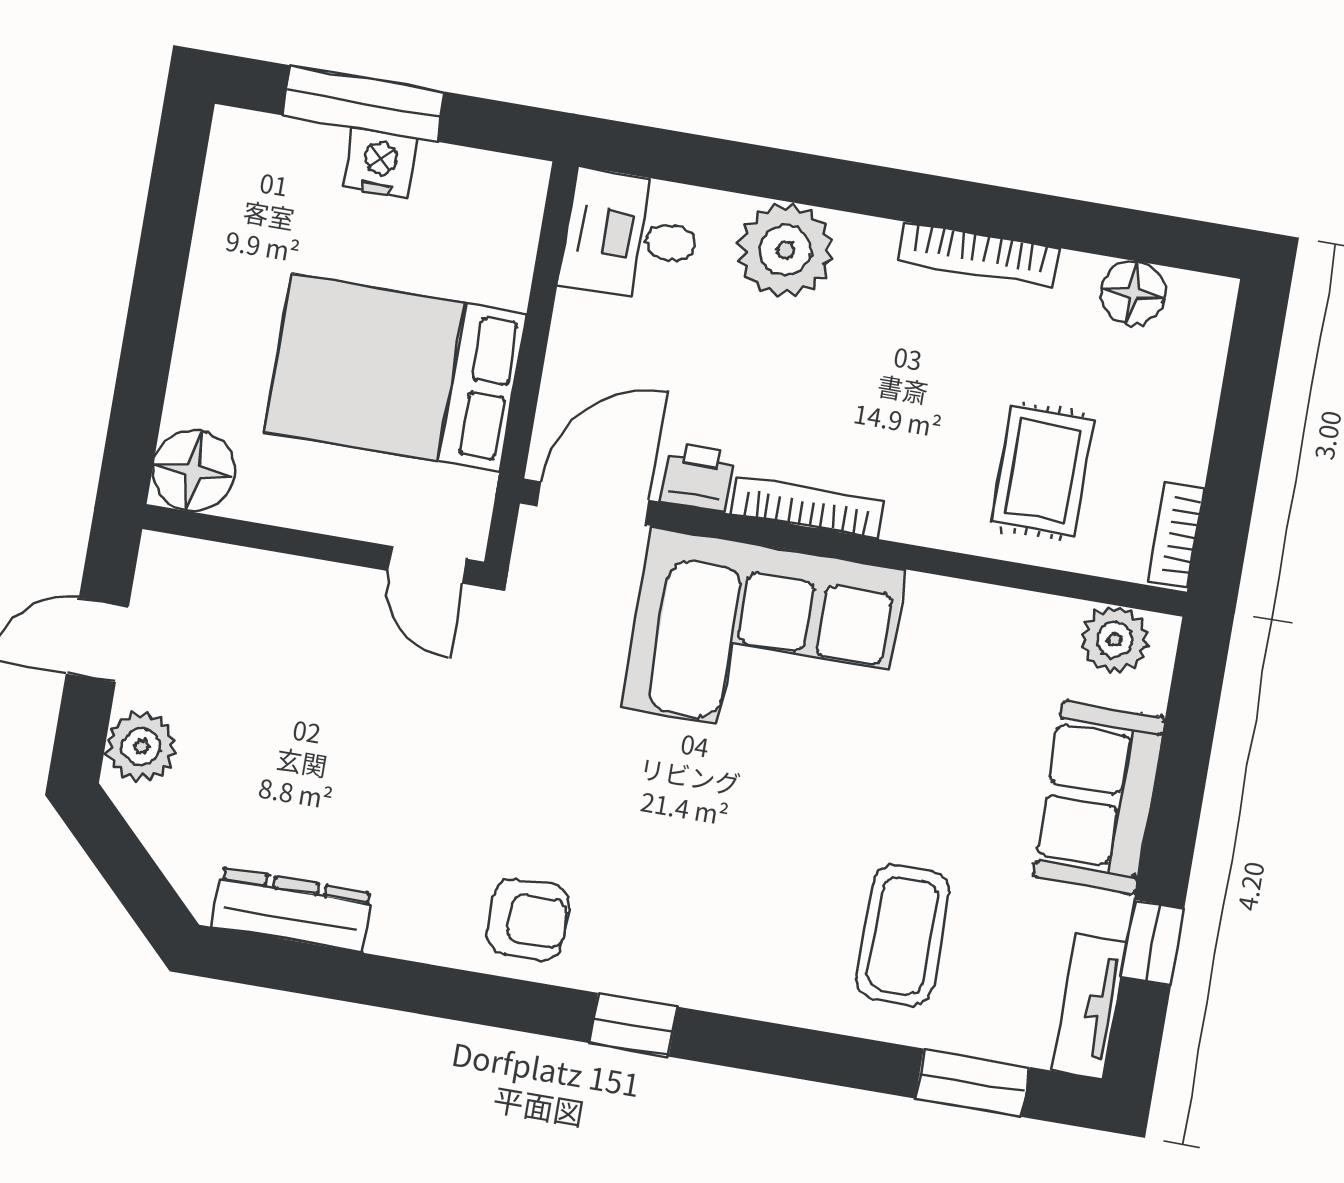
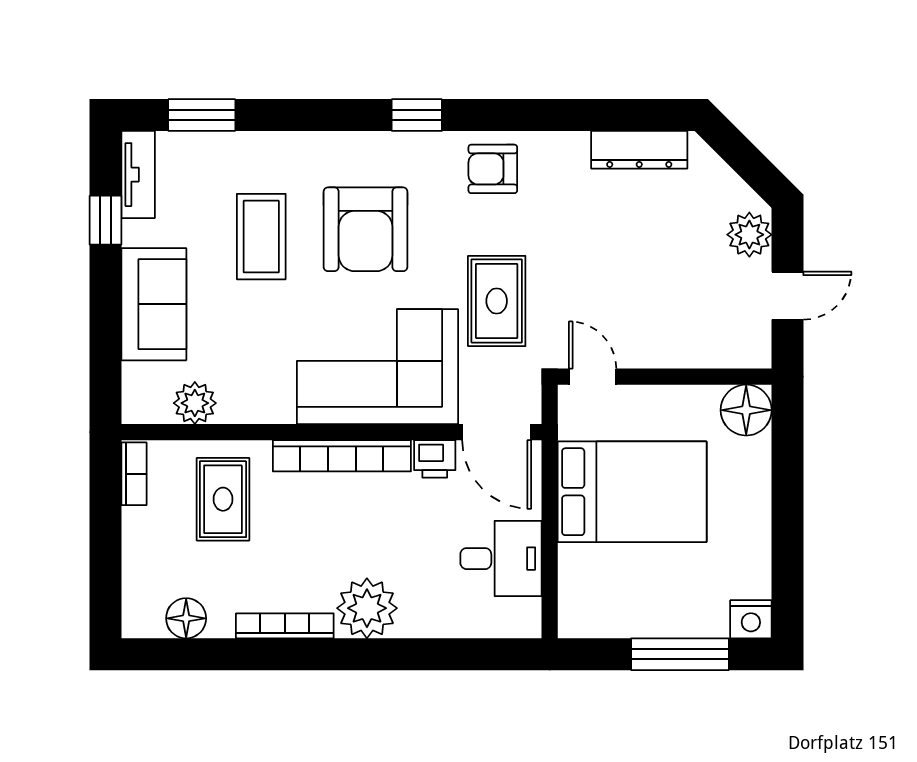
nightstand: (380, 163) -> (751, 619), moved
desk: (631, 236) -> (501, 559), moved
plant: (785, 250) -> (367, 608), moved
door: (593, 503) -> (497, 432), hinge flipped
bookcase: (807, 507) -> (342, 456), width x1.48, depth x1.31
plant: (1114, 639) -> (195, 403), moved
rug: (558, 710) -> (497, 301), added
armchair: (745, 858) -> (365, 229), added
coffee table: (903, 935) -> (261, 237), moved

